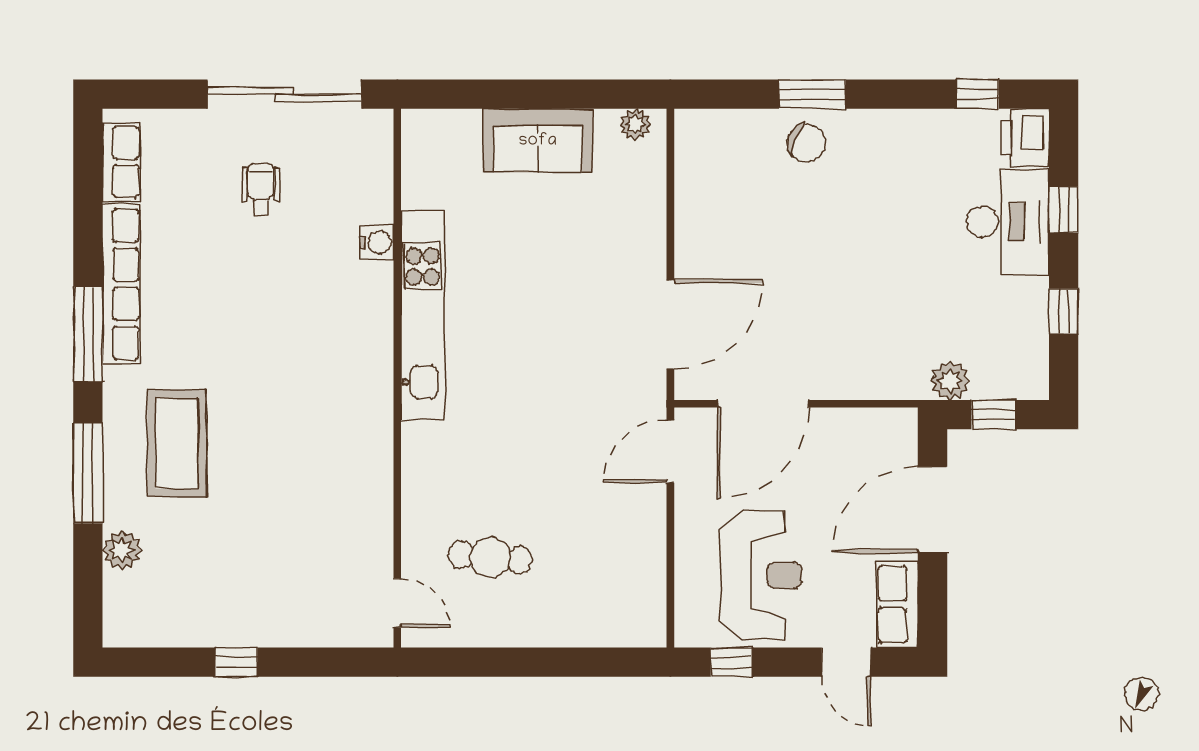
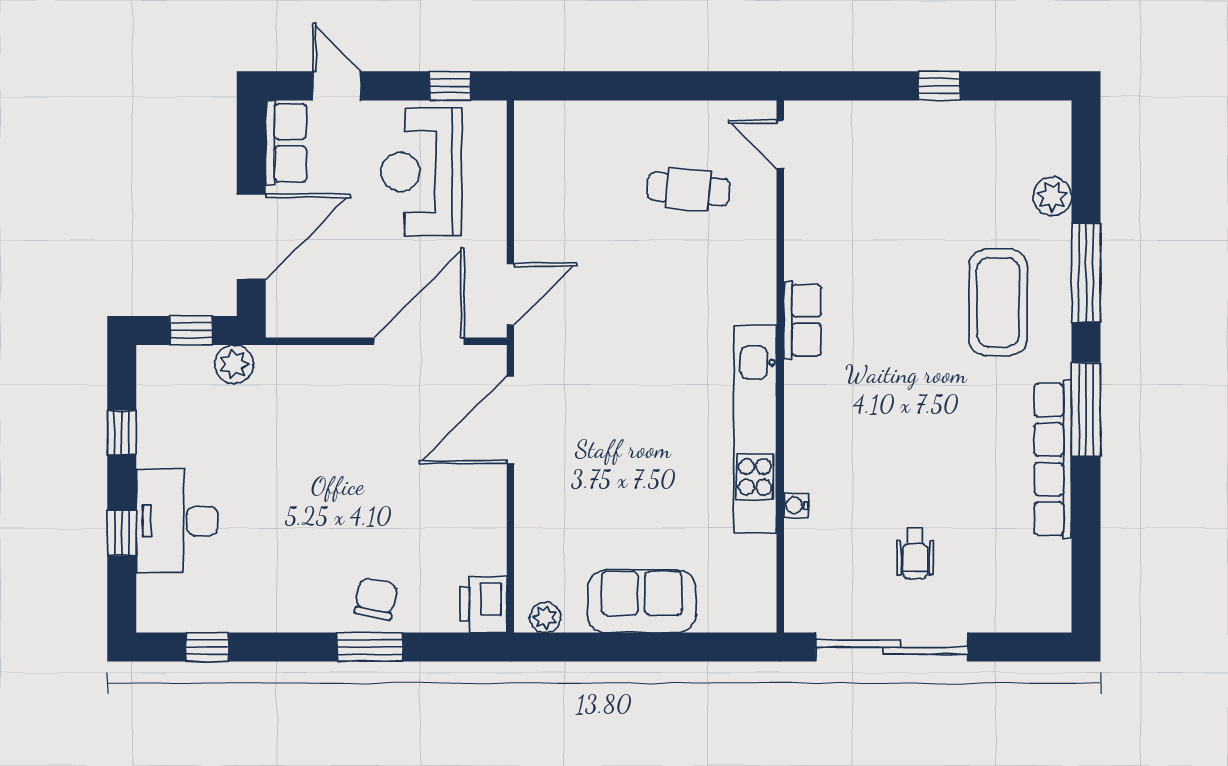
printer: (1025, 137) -> (483, 604), moved, turned 180
chair: (806, 143) -> (376, 599), turned 79
row of seats: (121, 162) -> (802, 320), moved, turned 180
water cooler: (377, 242) -> (796, 505), width x0.72, depth x0.72

